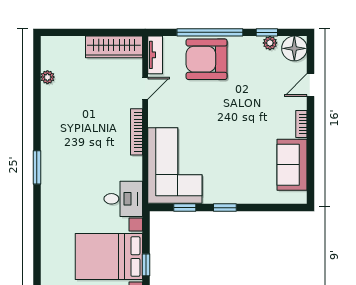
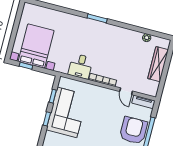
wardrobe: (114, 47) -> (158, 64), moved
corner sofa: (175, 166) -> (67, 112), moved, turned -90
desk: (123, 199) -> (81, 66), moved

